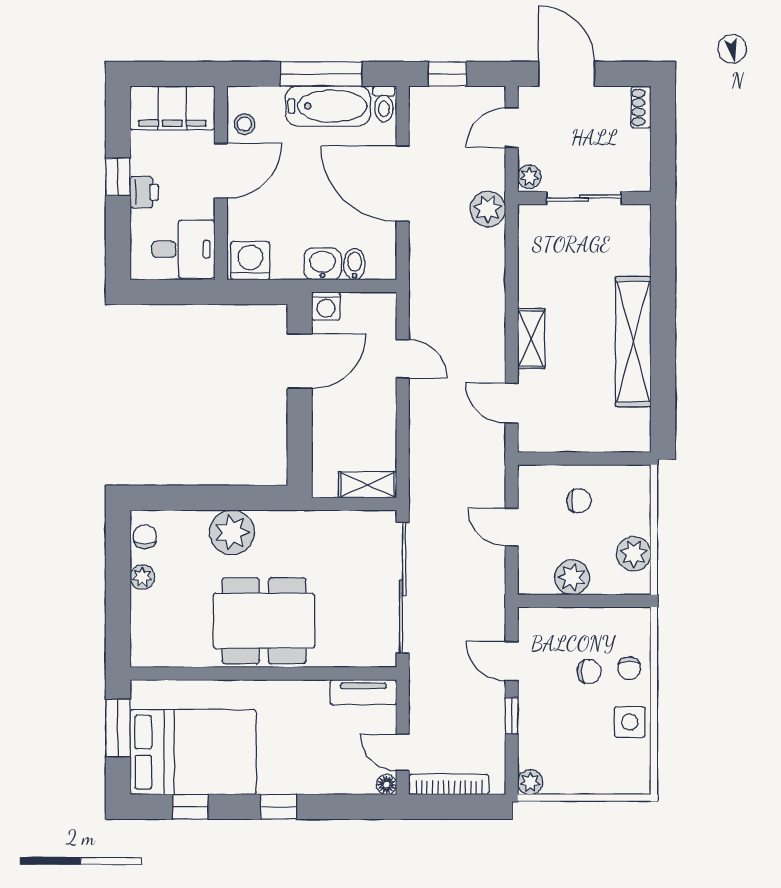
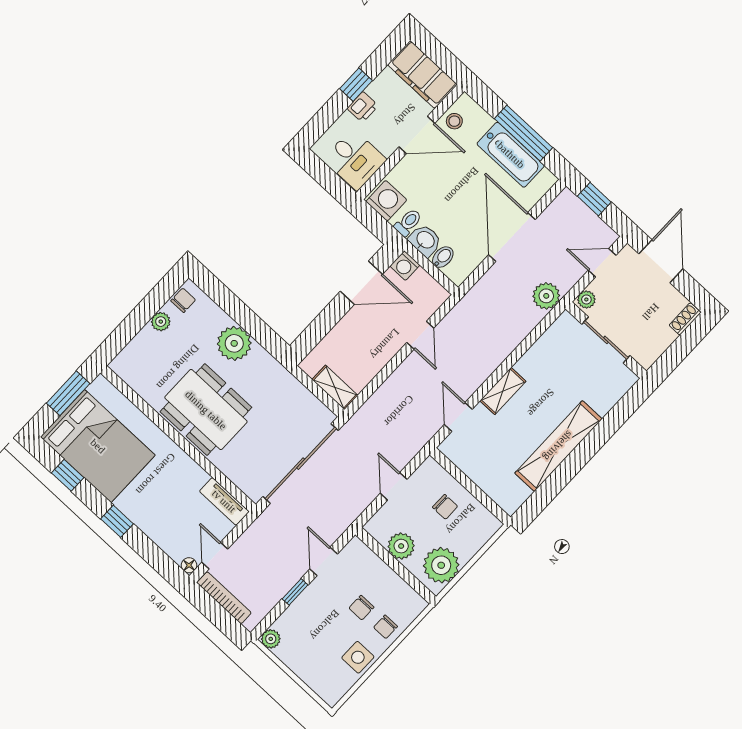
toilet: (384, 104) -> (408, 222), moved, turned 180
plant: (634, 554) -> (441, 565), width x1.36, depth x1.36
chair: (589, 672) -> (361, 608), turned 90

